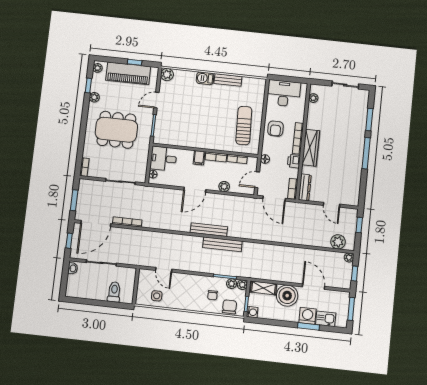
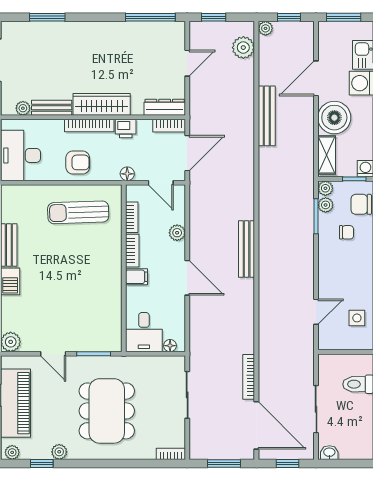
bench: (312, 116) -> (52, 108), added
window: (366, 153) -> (150, 17), moved
bench: (222, 244) -> (267, 116), moved

